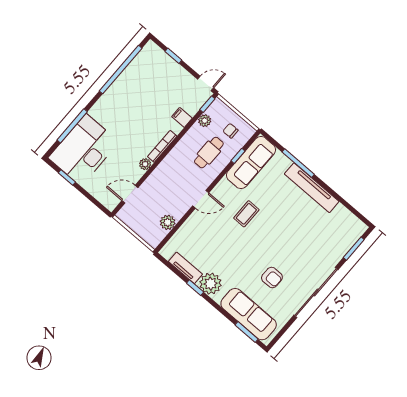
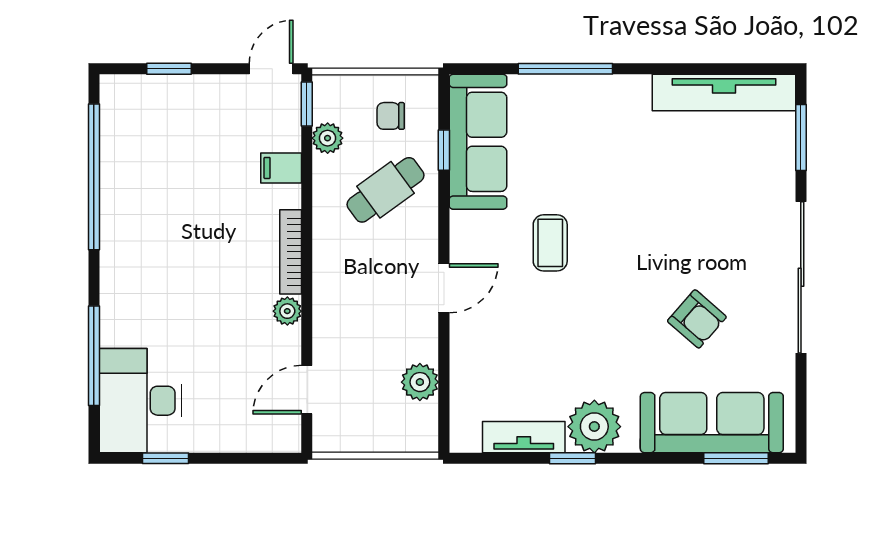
desk: (84, 150) -> (140, 401), width x0.73, depth x0.77
cafe table: (209, 153) -> (385, 190), turned 54
tv unit: (312, 188) -> (724, 92), moved
armchair: (272, 277) -> (697, 319), turned 41

